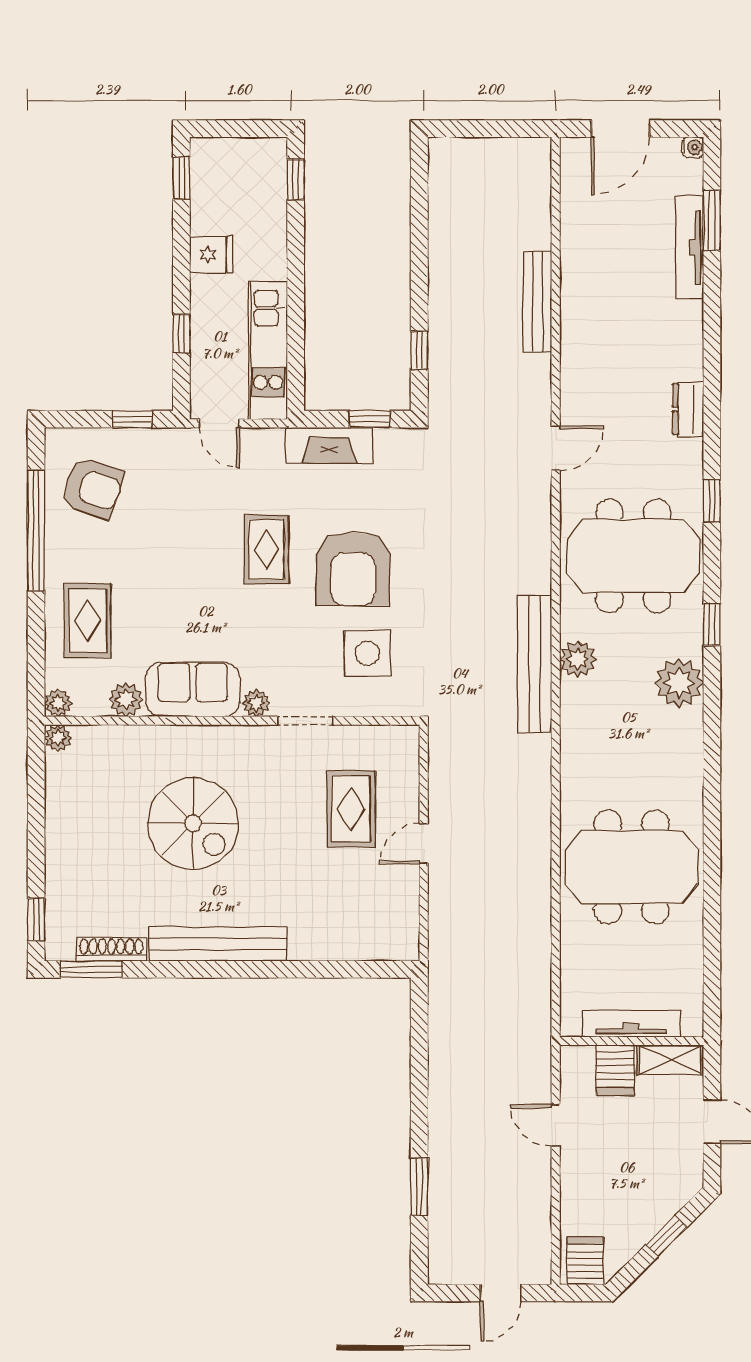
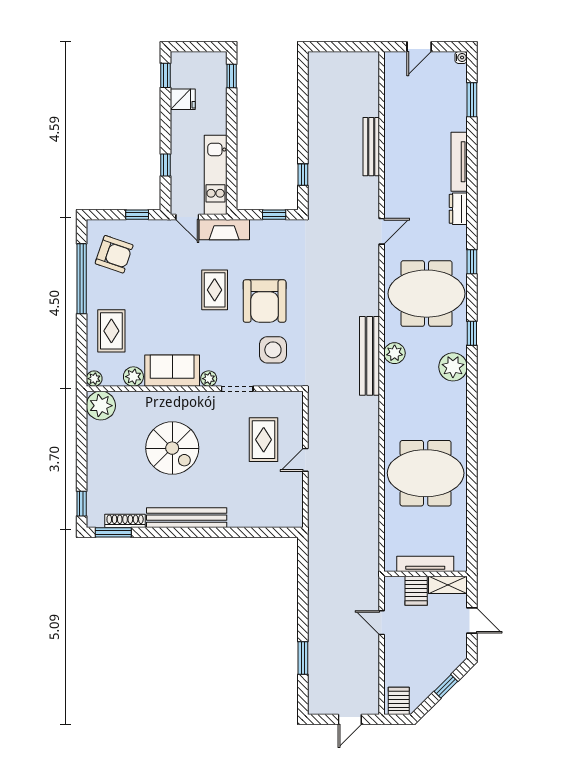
door: (620, 129) -> (419, 47), width x0.73
tv unit: (690, 247) -> (459, 162), moved
fridge: (211, 255) -> (183, 99), moved
fireplace: (329, 445) -> (224, 230), moved
plant: (58, 738) -> (101, 406), width x1.88, depth x1.88

